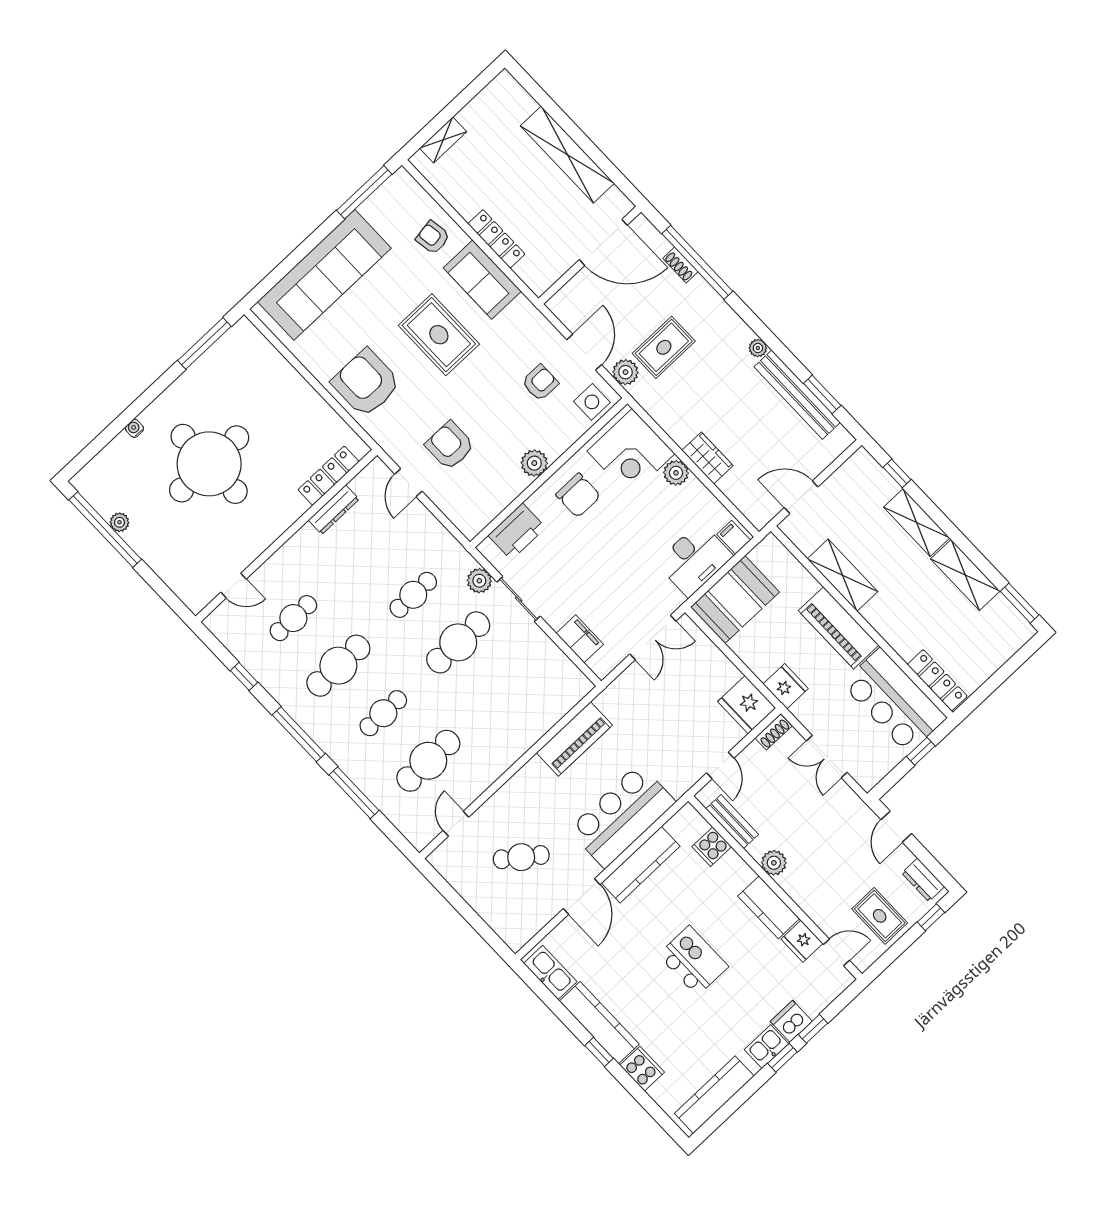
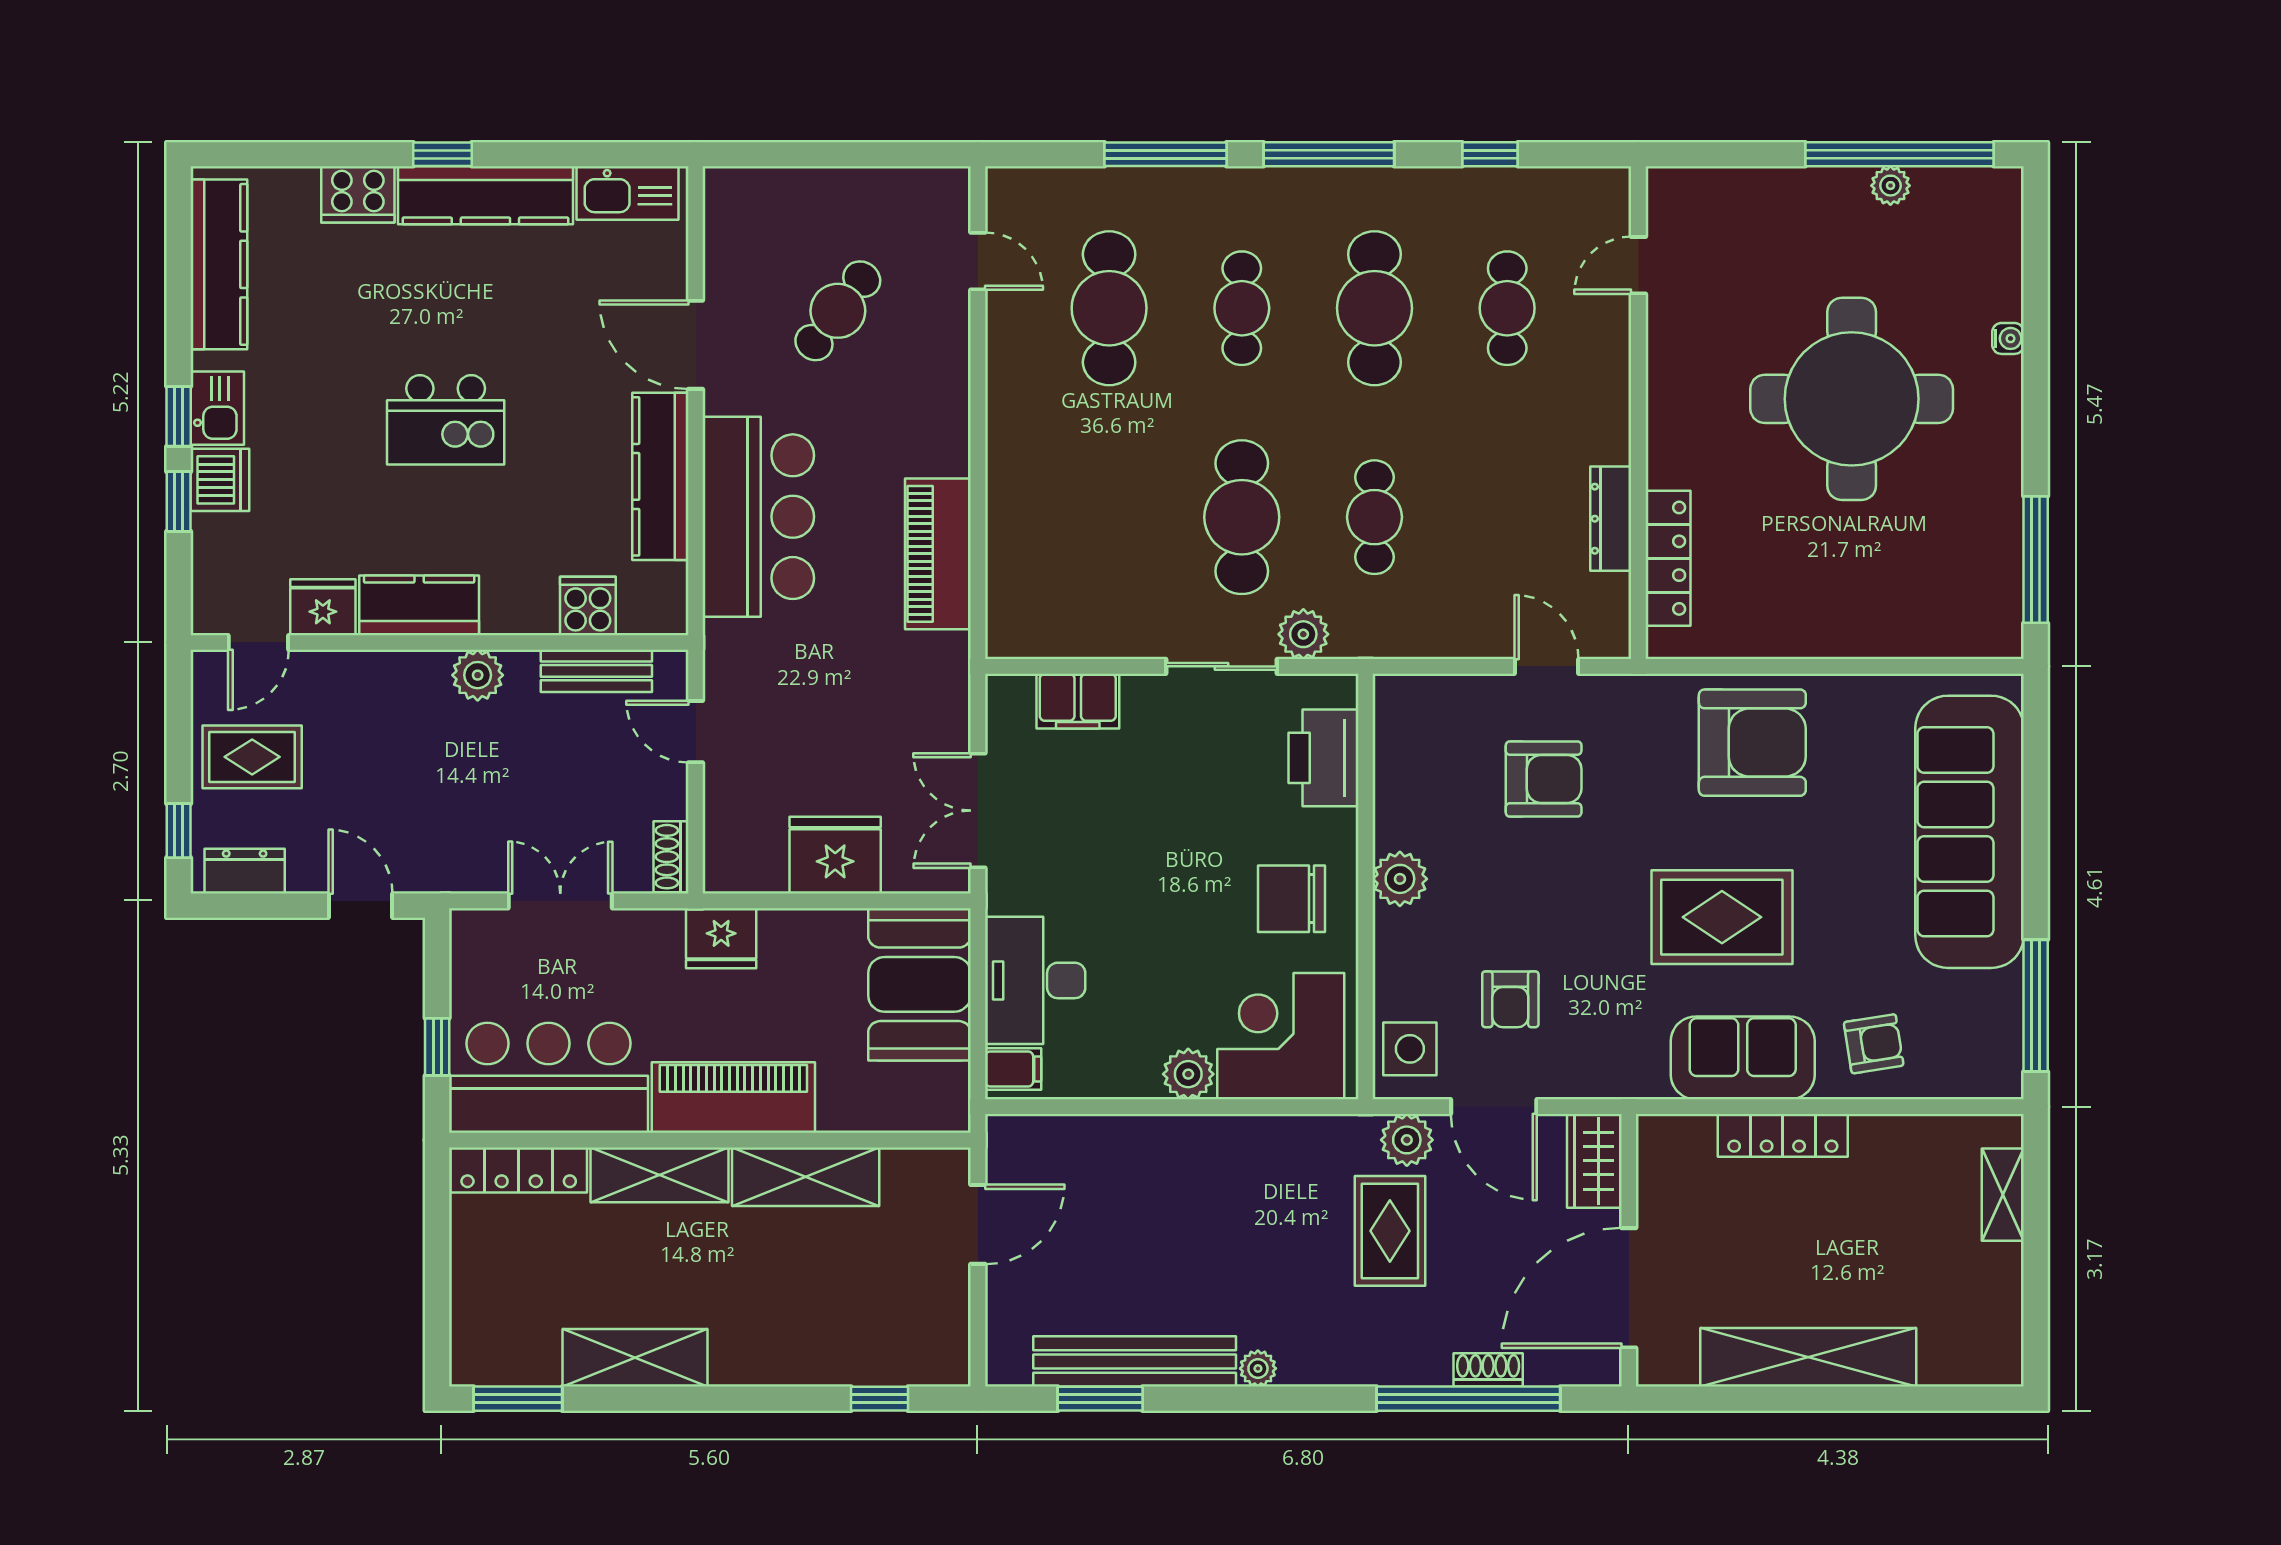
wardrobe: (707, 458) -> (1594, 1161), moved, turned 90
shelving: (917, 523) -> (660, 1175), moved
fridge: (747, 705) -> (835, 855), moved

